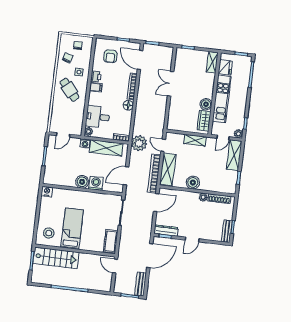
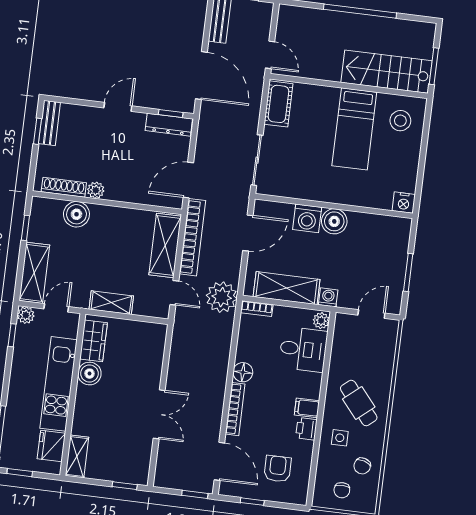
boiler: (193, 183) -> (76, 214), moved
door: (150, 256) -> (201, 76), swing flipped

